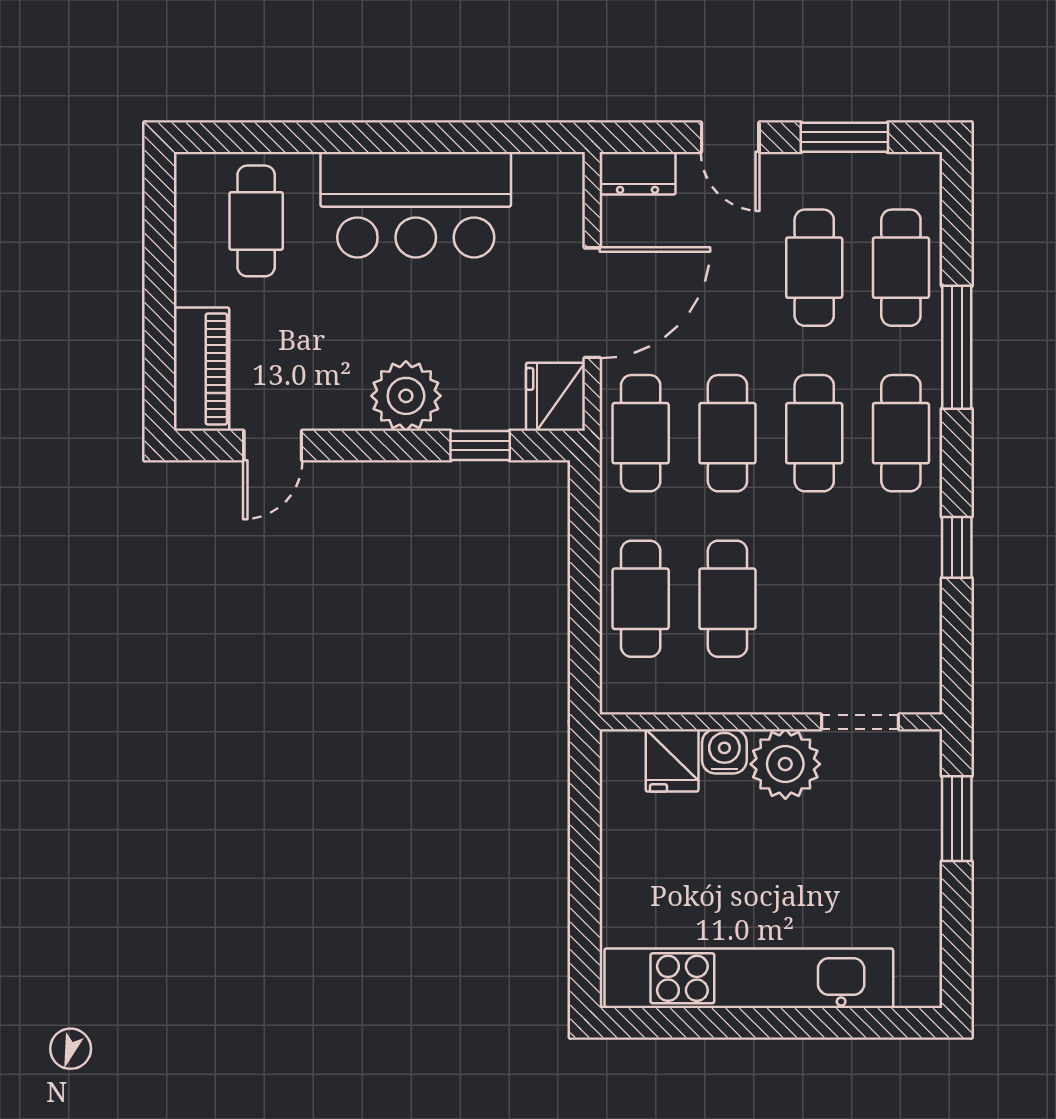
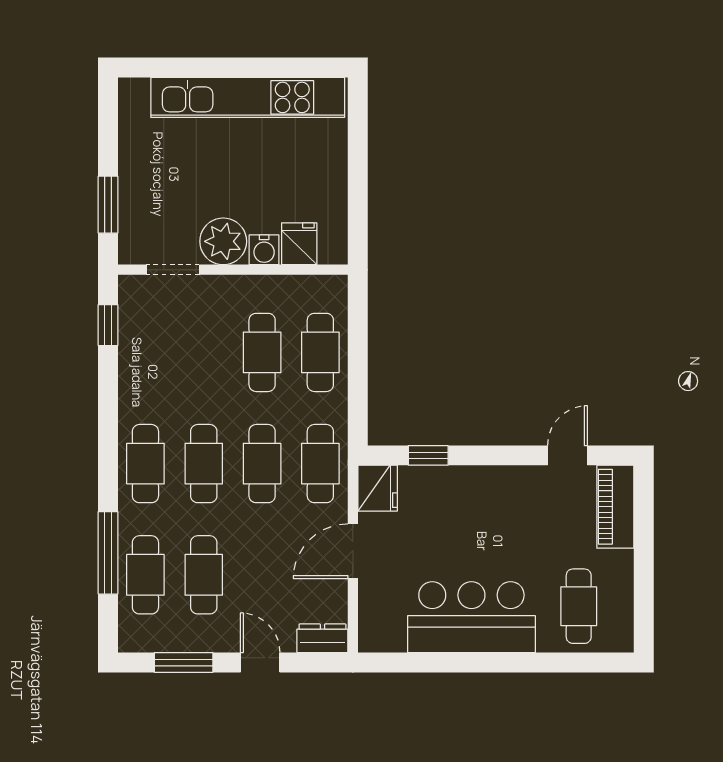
door: (592, 303) -> (353, 551), width x0.73
window: (957, 347) -> (108, 553), moved
plant: (406, 396) -> (478, 489), removed
window: (957, 547) -> (108, 325), moved

